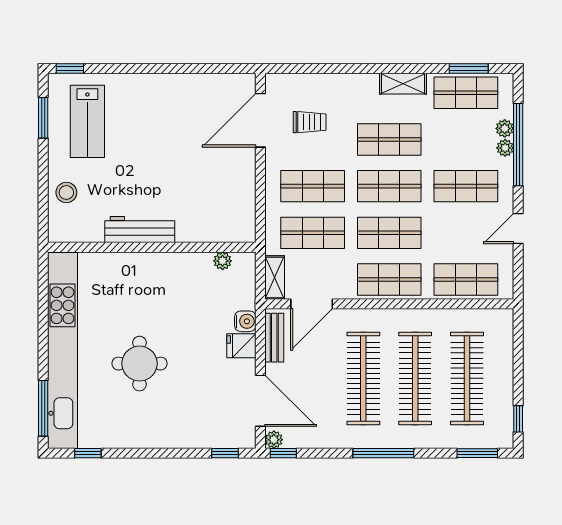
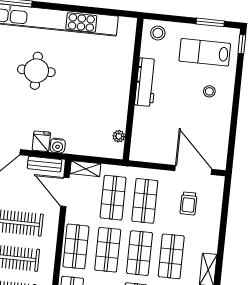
stool: (144, 109) -> (209, 91), added
workbench: (140, 230) -> (146, 82), moved
wall: (152, 247) -> (133, 89), moved
plant: (223, 261) -> (119, 136), moved

